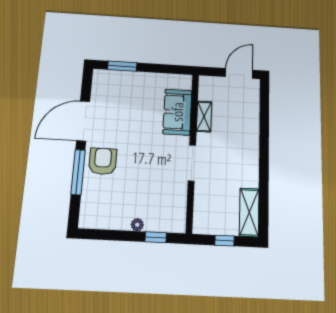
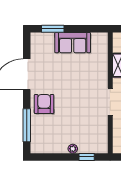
sofa: (177, 112) -> (73, 43), moved, turned -90
window: (78, 172) -> (27, 125), moved

